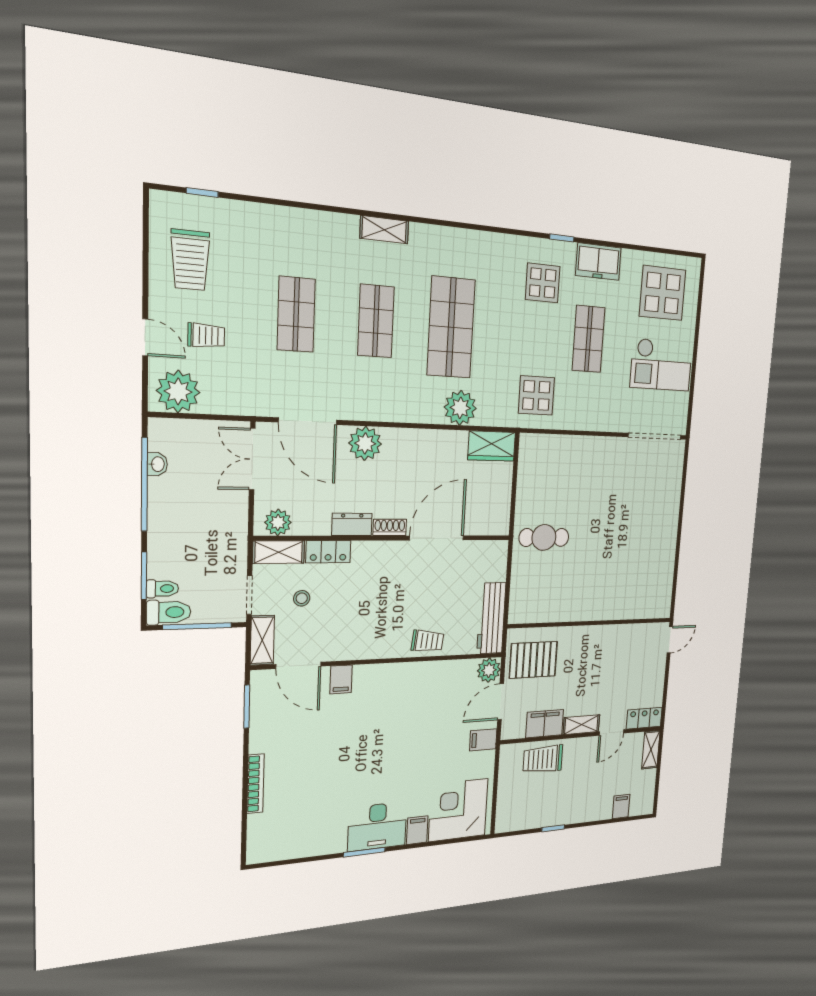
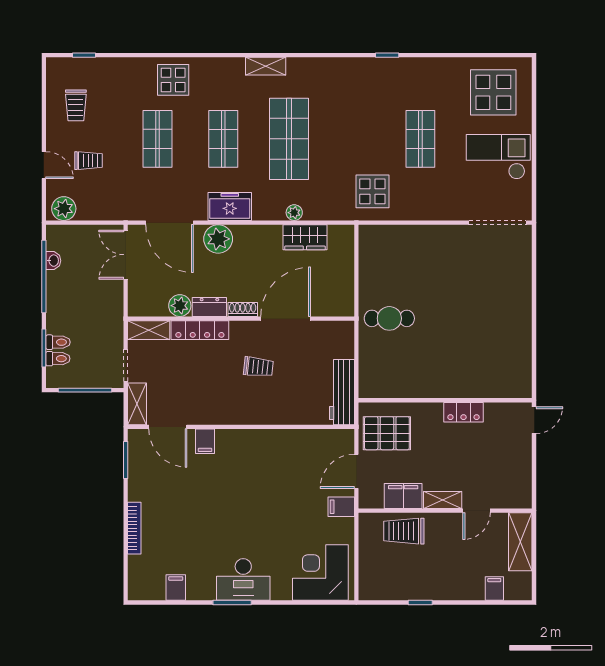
shelving: (384, 230) -> (266, 66), moved
trolley: (190, 260) -> (76, 105), width x0.73, depth x0.72
freezer: (598, 262) -> (230, 206), moved, turned 180
display table: (543, 283) -> (173, 80), moved
checkout: (661, 365) -> (498, 157), turned 180
plant: (178, 392) -> (64, 209), width x0.73, depth x0.73
plant: (460, 408) -> (294, 213), width x0.53, depth x0.53
wardrobe: (492, 446) -> (305, 237), moved
plant: (278, 522) -> (180, 306), moved
locker: (328, 552) -> (200, 330), width x1.53
stool: (302, 598) -> (169, 369), removed
toilet: (169, 612) -> (58, 342), moved, width x0.73, depth x0.72
trolley: (428, 641) -> (258, 367), moved
plant: (489, 670) -> (343, 441), removed
locker: (644, 718) -> (464, 412), moved, turned 180
shelving: (651, 750) -> (520, 542), width x1.50, depth x1.33
filing cabinet: (417, 830) -> (176, 588), moved

